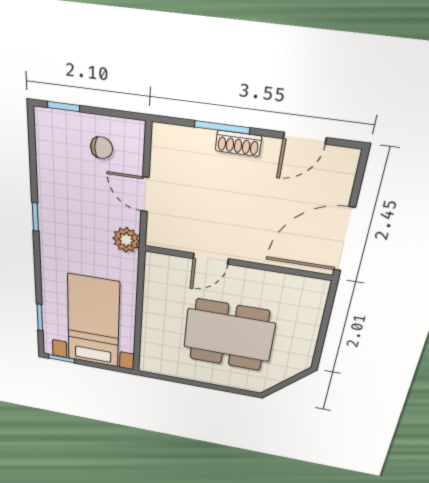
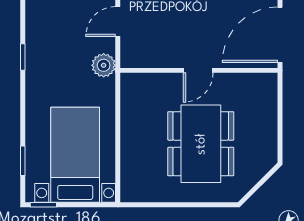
door: (145, 194) -> (118, 22), hinge flipped
door: (211, 259) -> (198, 70), moved
dining table: (229, 335) -> (201, 144), turned 90

